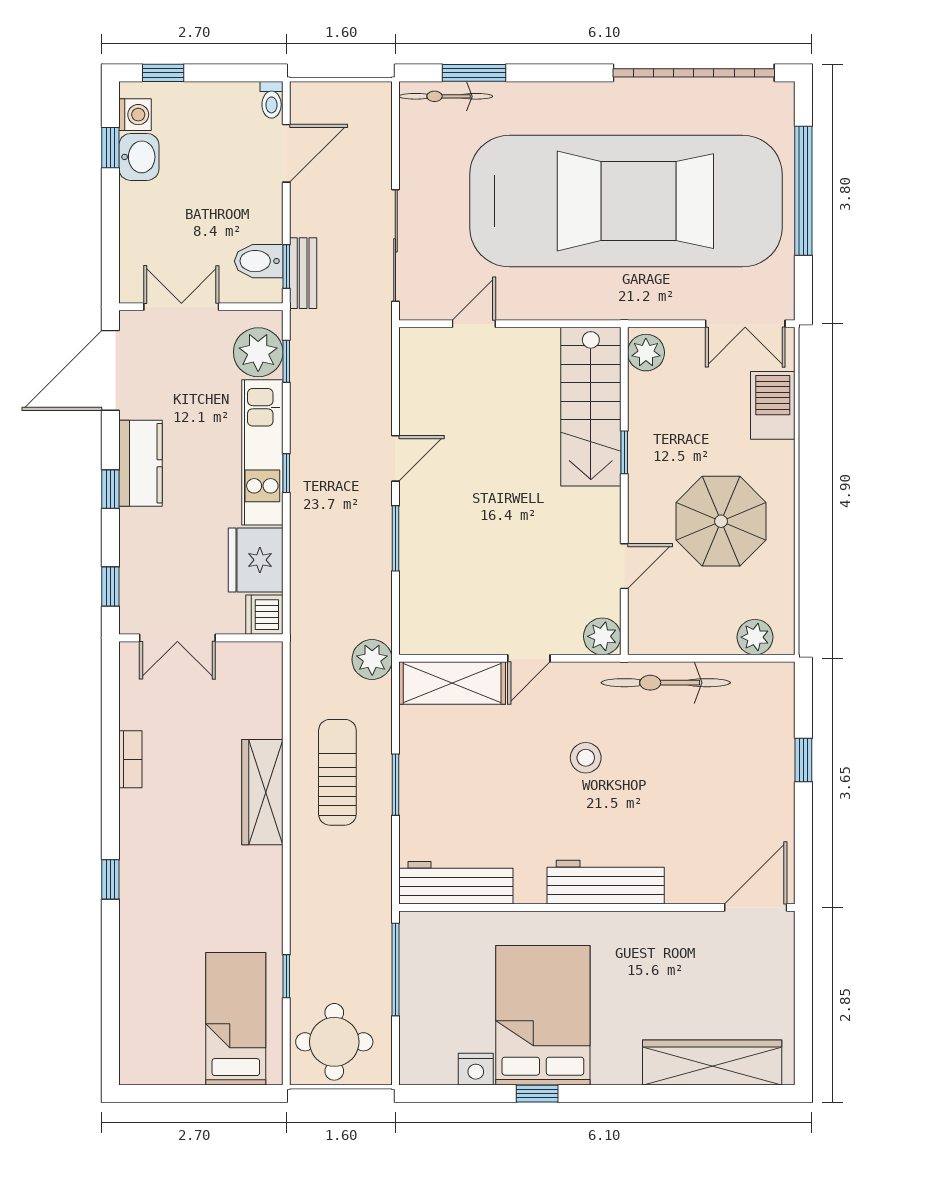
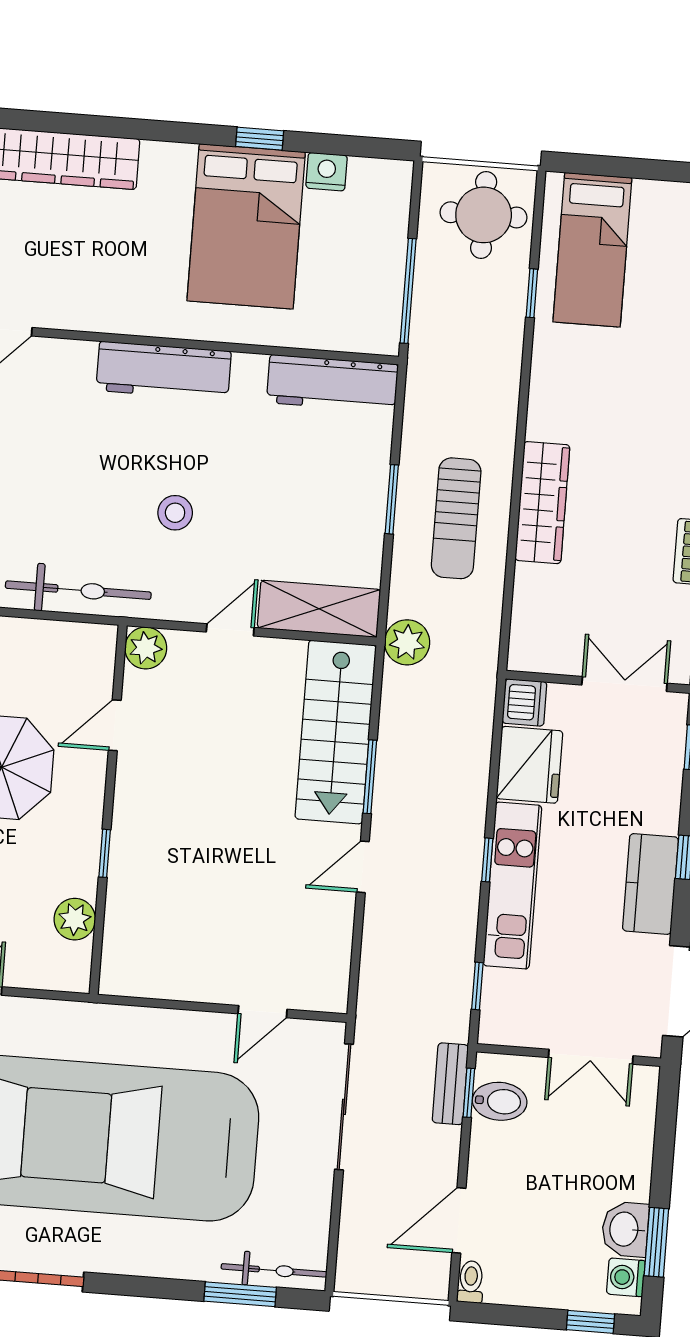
window: (110, 148) -> (656, 1242), width x1.50
plant: (258, 352) -> (508, 999), removed
plant: (646, 353) -> (75, 919), moved
stairs: (591, 407) -> (336, 732), moved, turned 180

